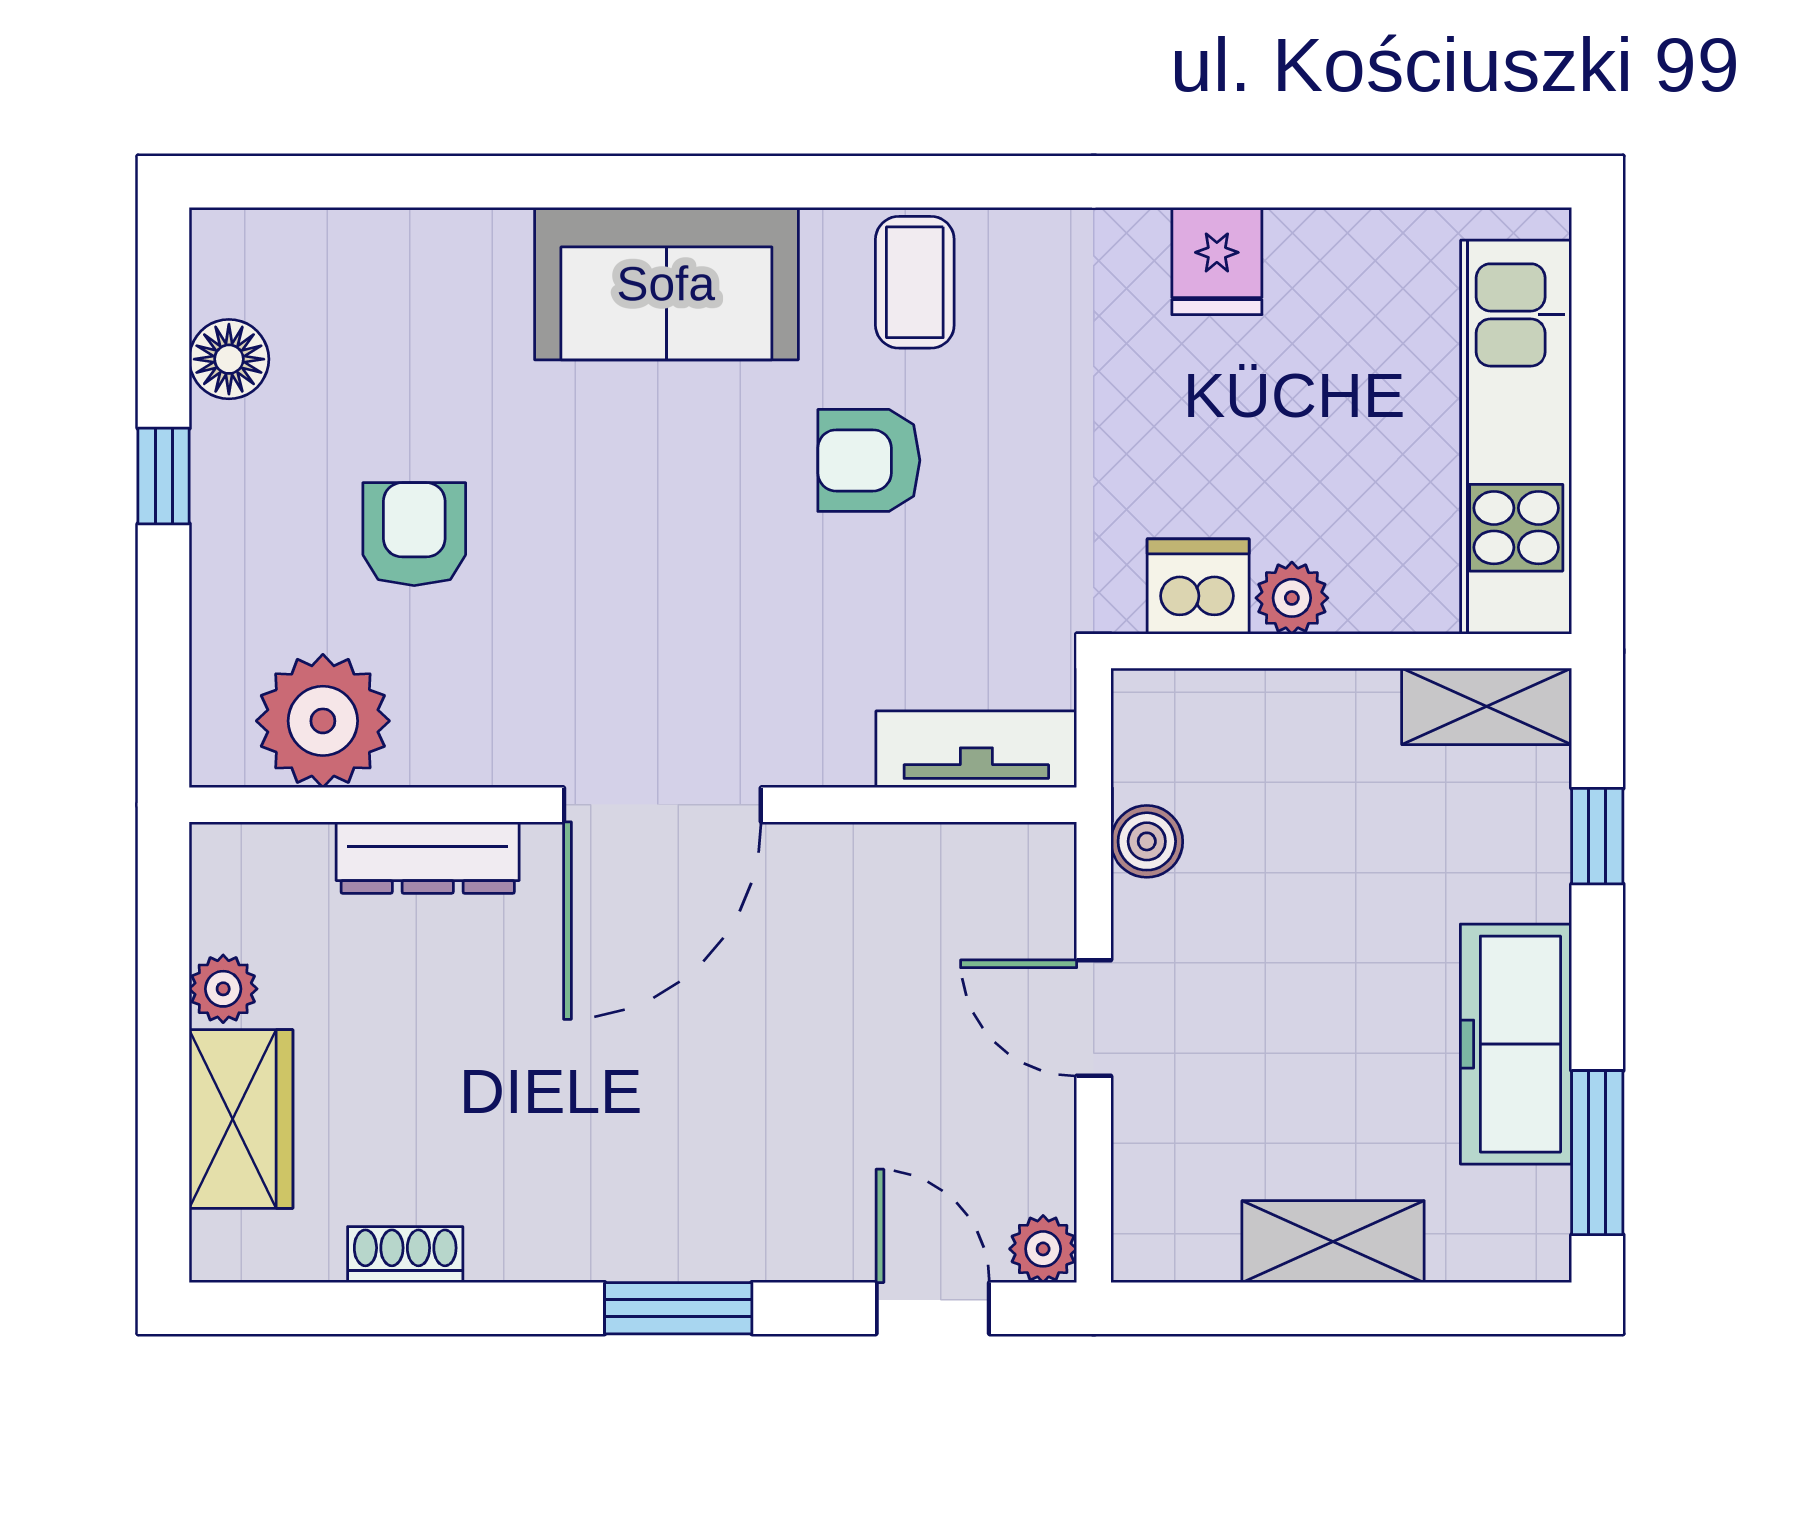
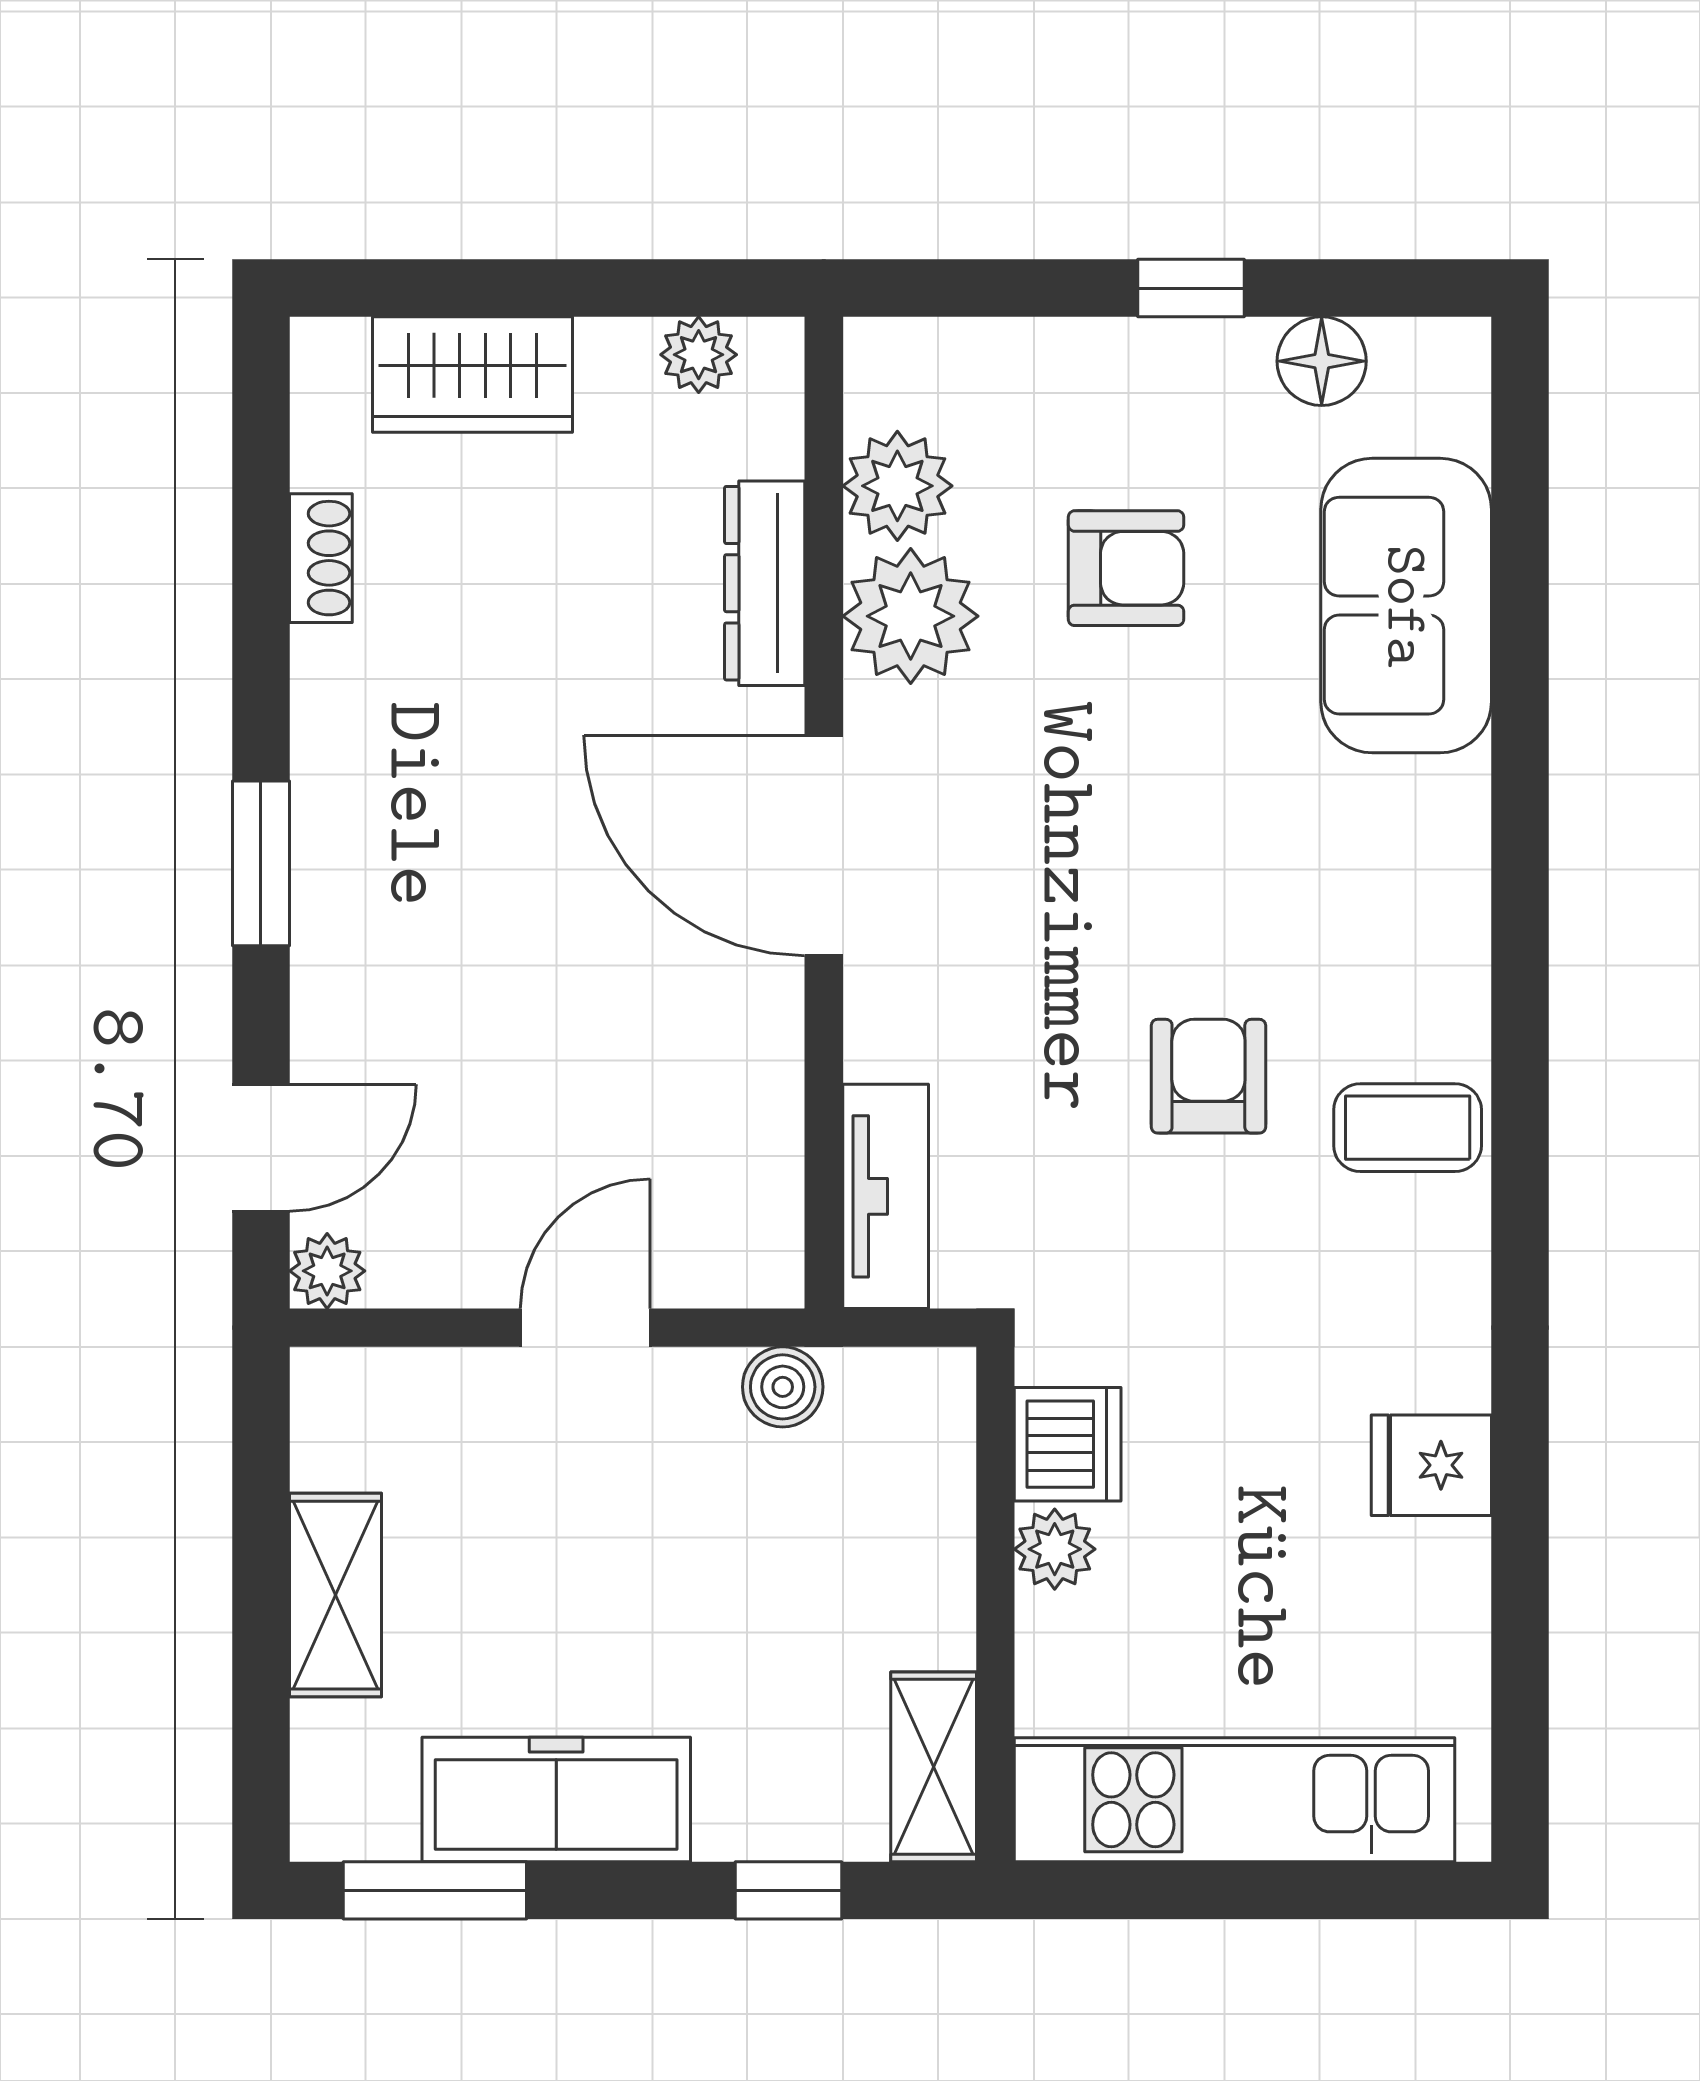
sofa: (666, 284) -> (1406, 606), moved
plant: (323, 721) -> (897, 486), width x0.73, depth x0.73
plant: (457, 727) -> (911, 616), added
plant: (223, 989) -> (699, 355), moved

